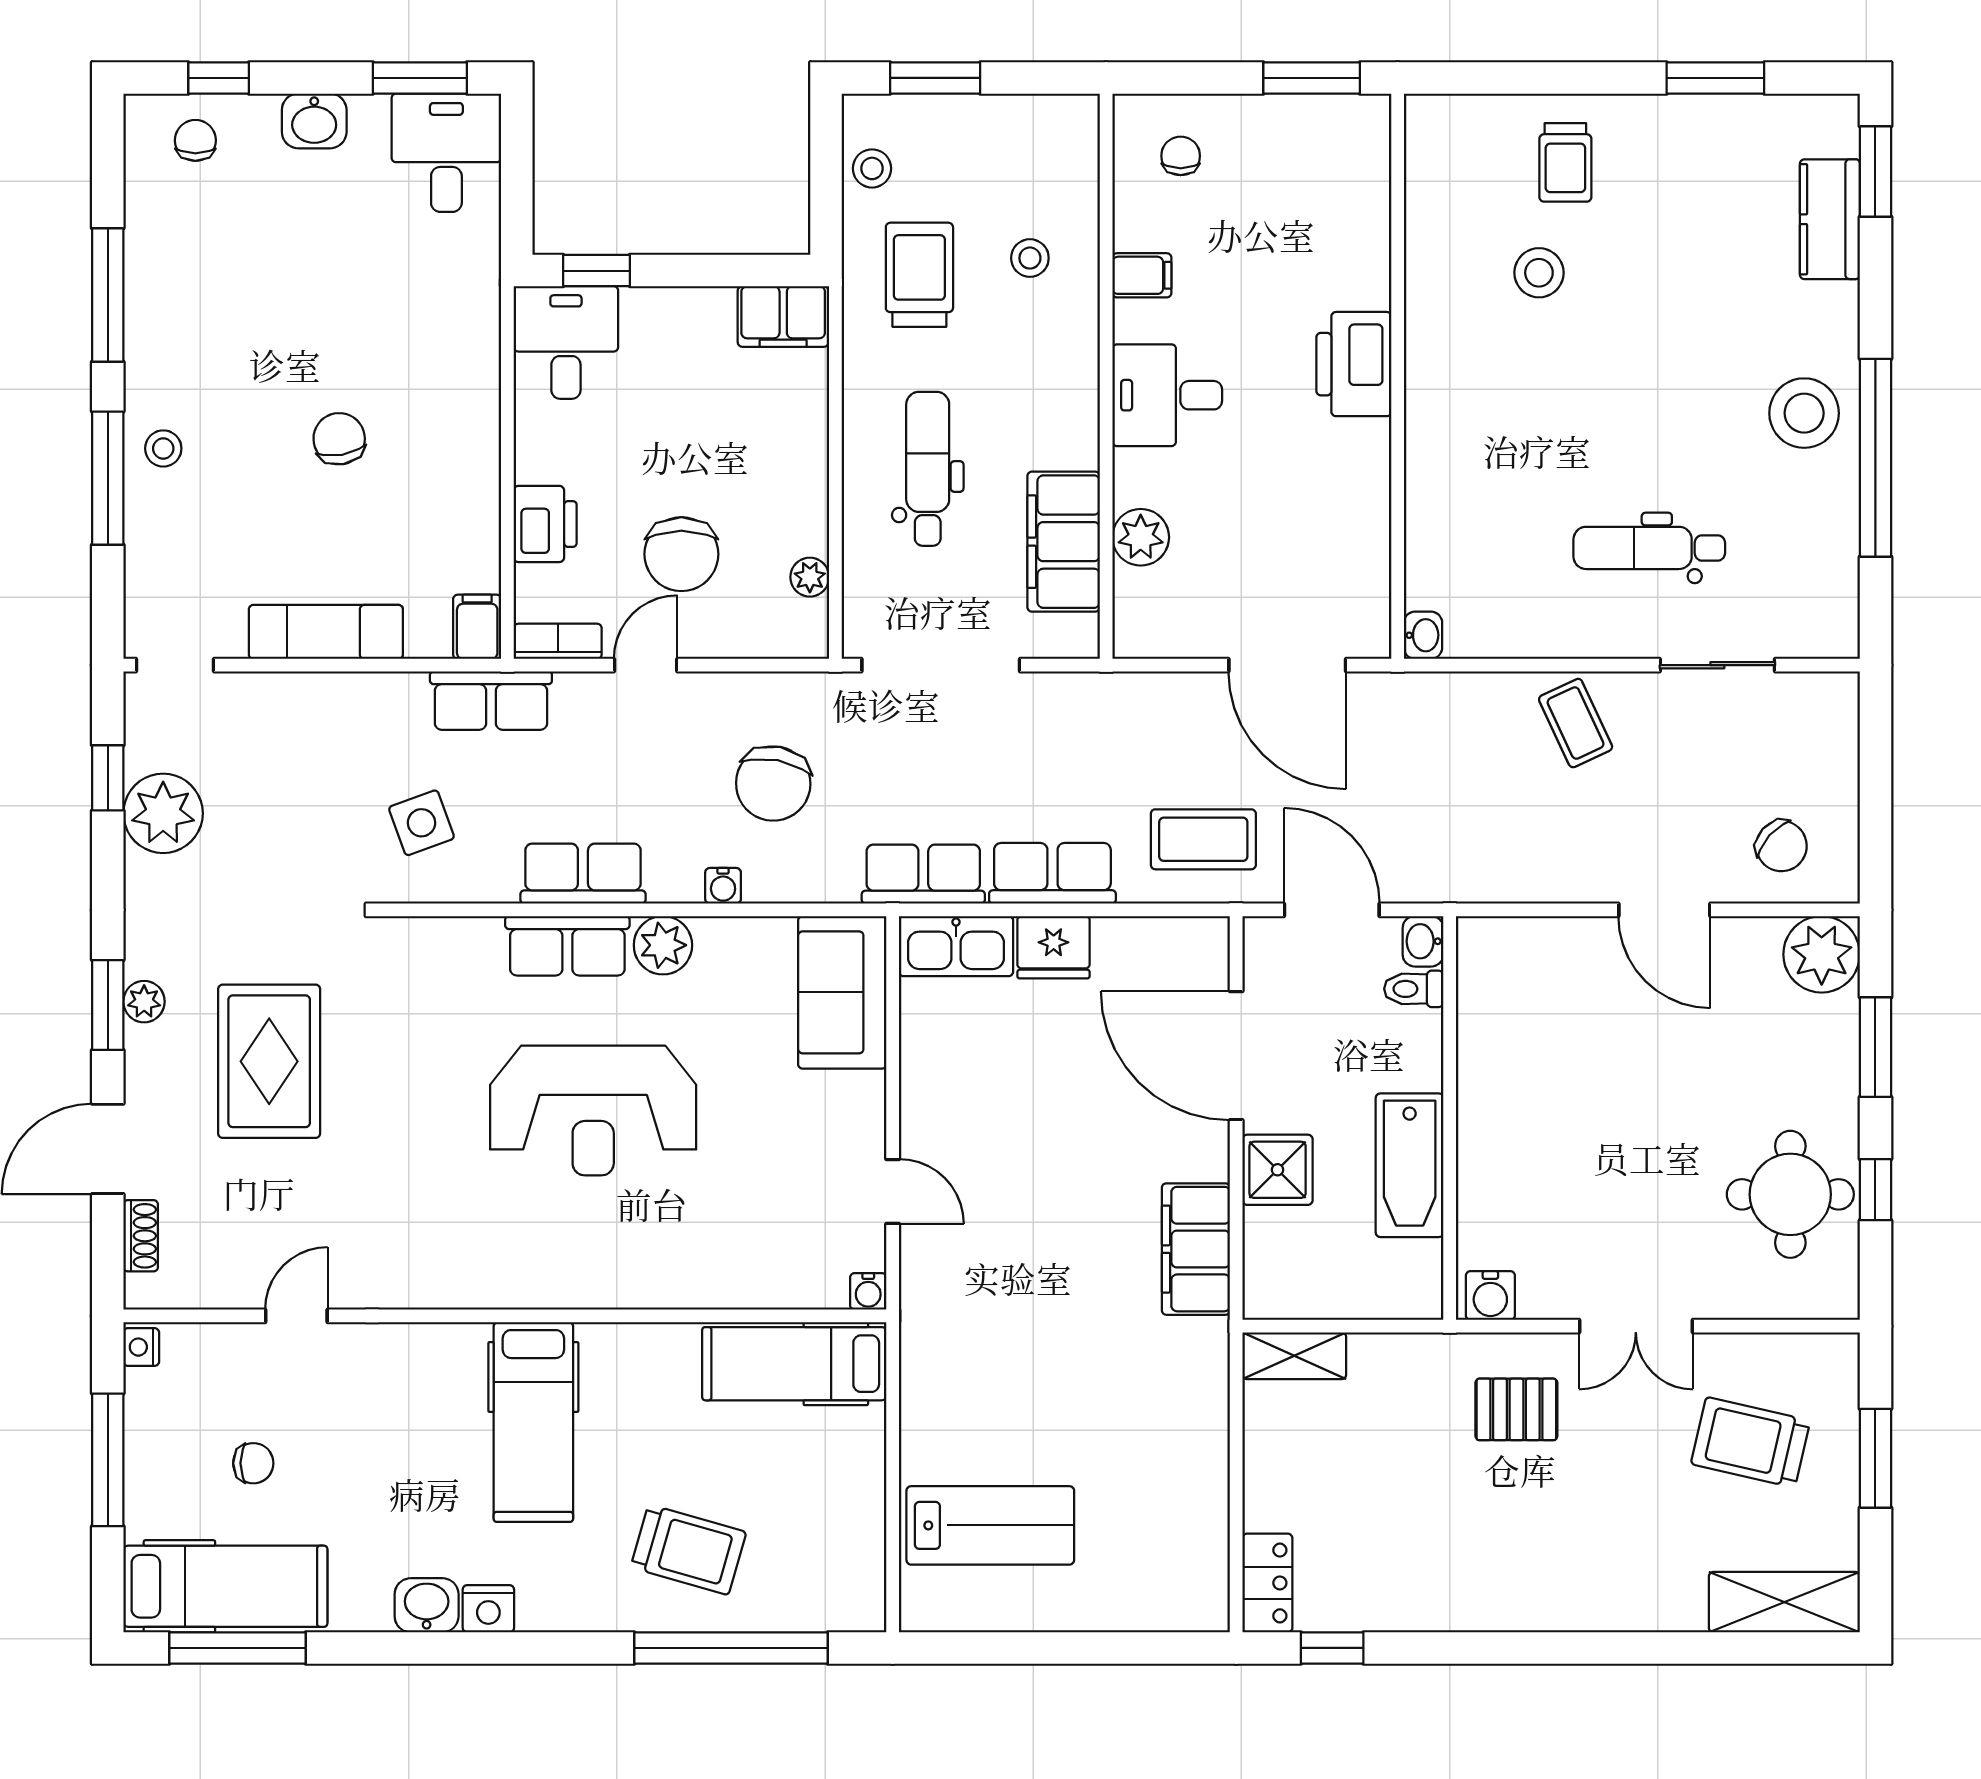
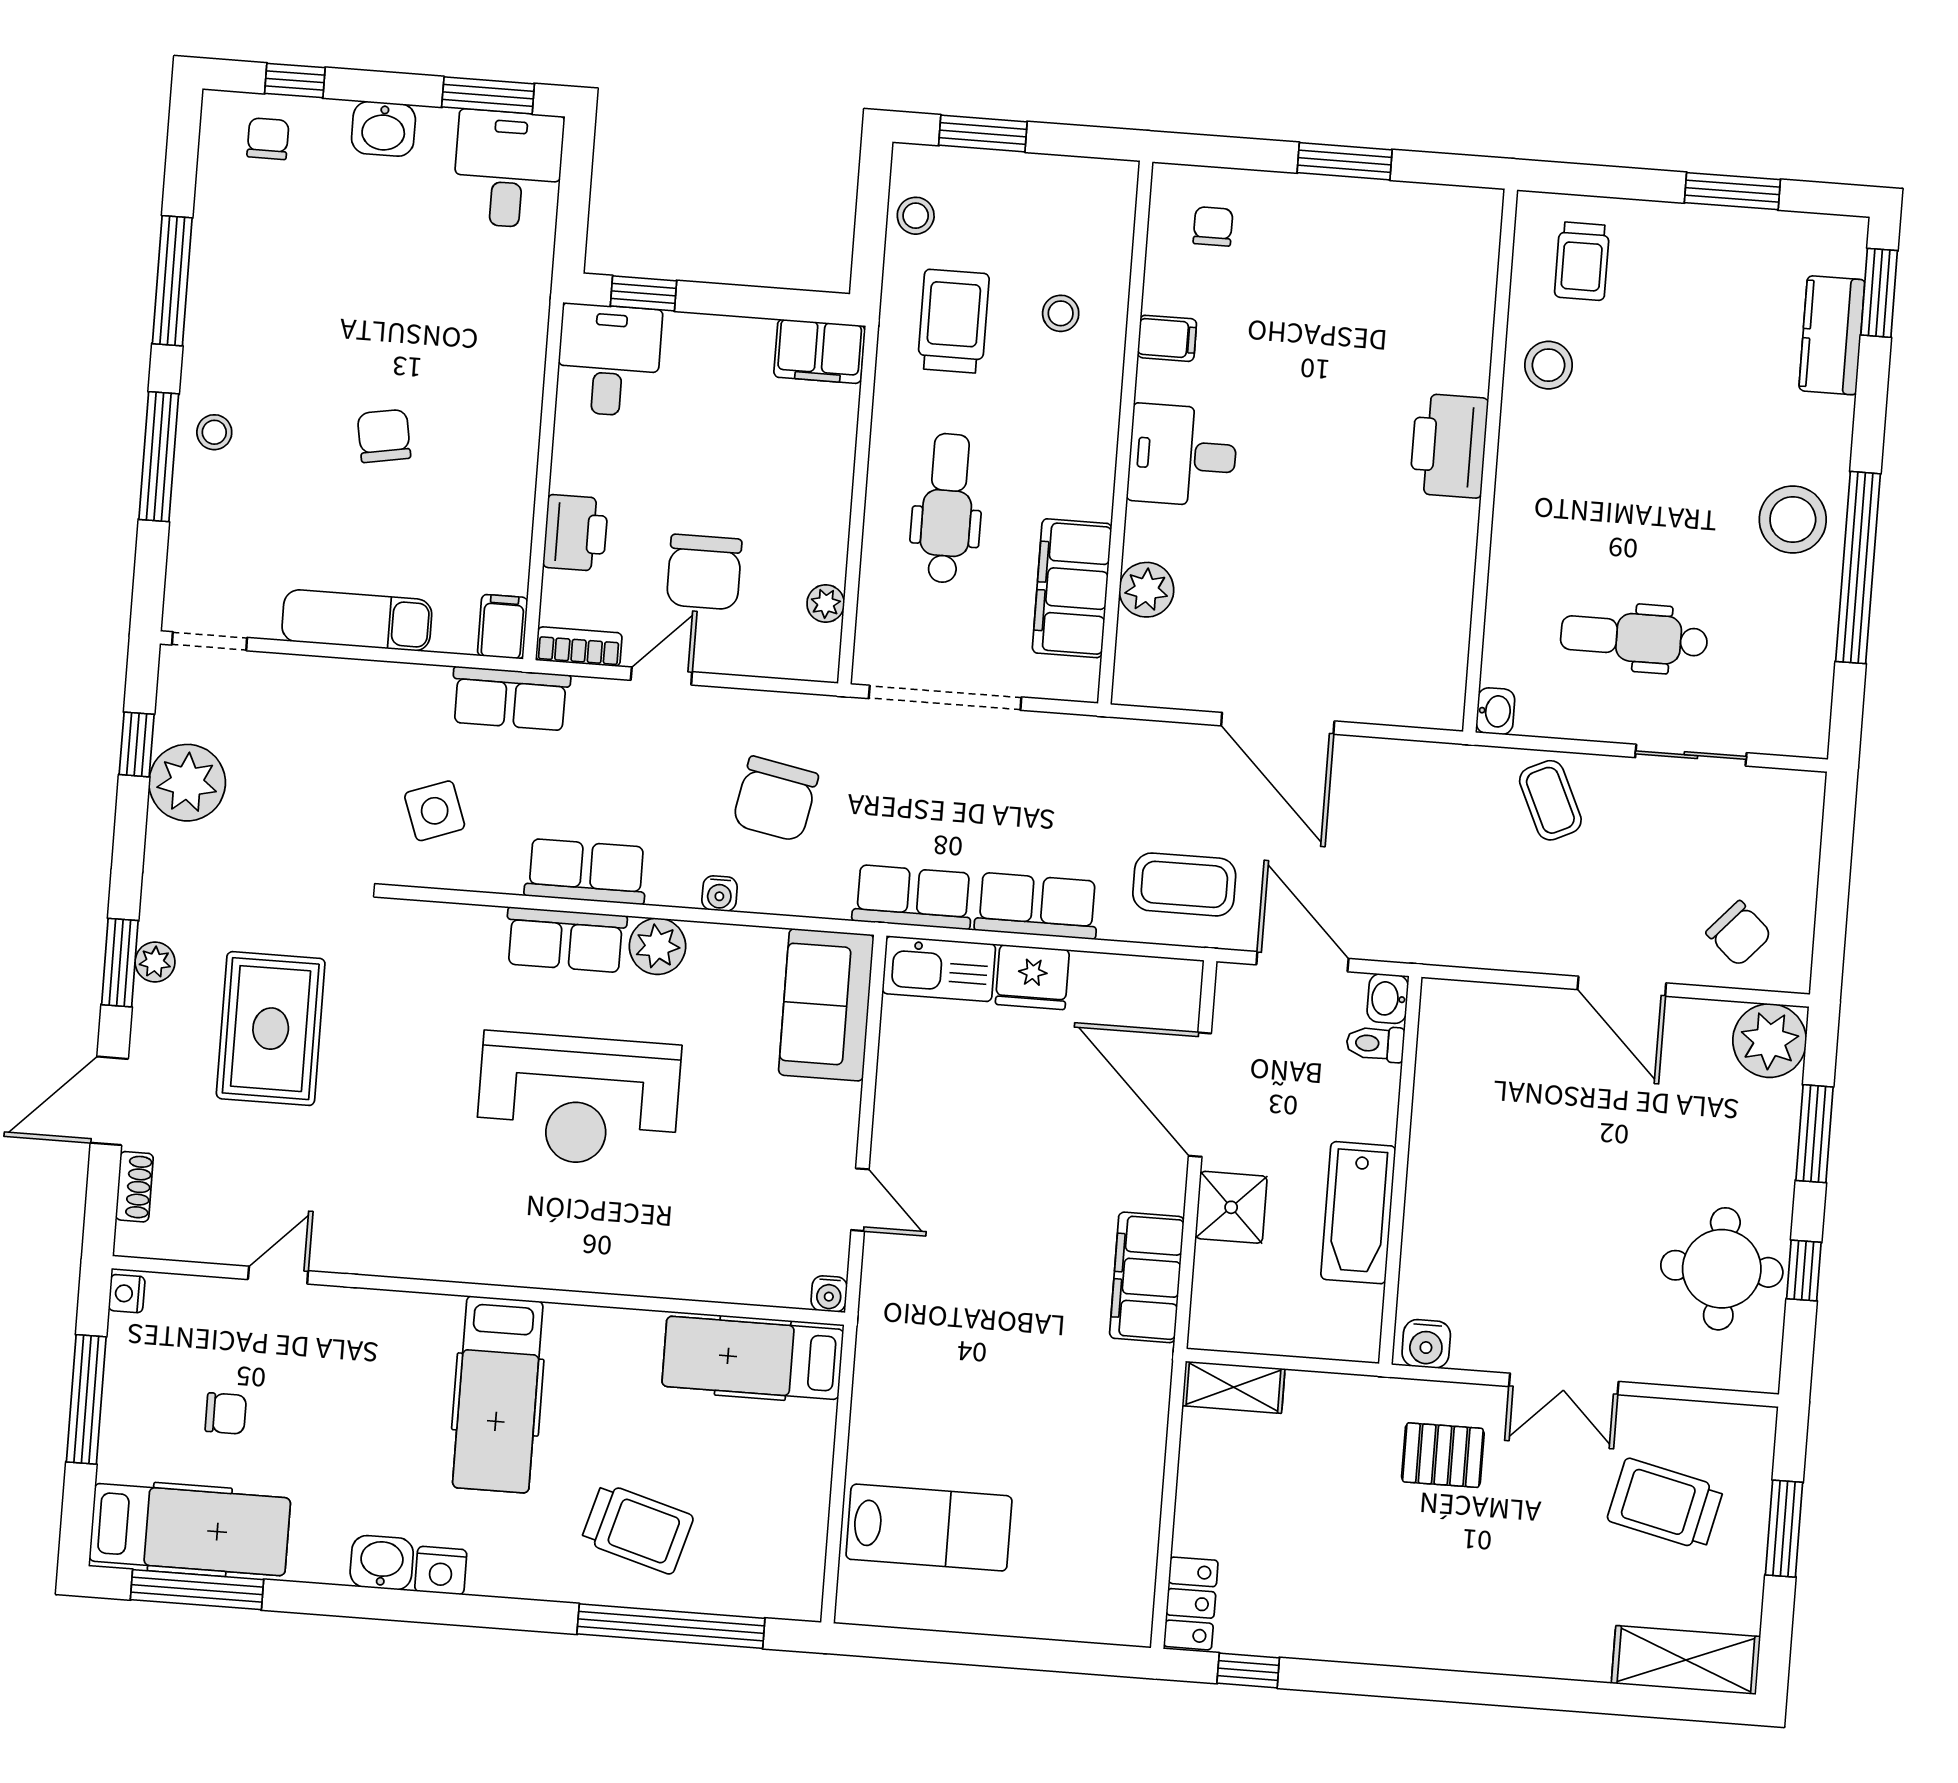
printer: (1354, 364) -> (1449, 446), moved
wall: (1398, 376) -> (1490, 461), moved
washbasin: (1423, 635) -> (1495, 711), moved

